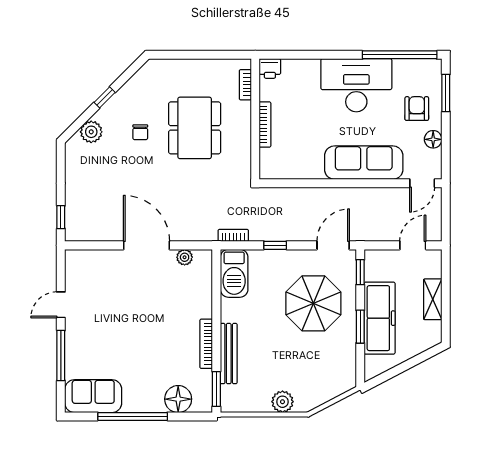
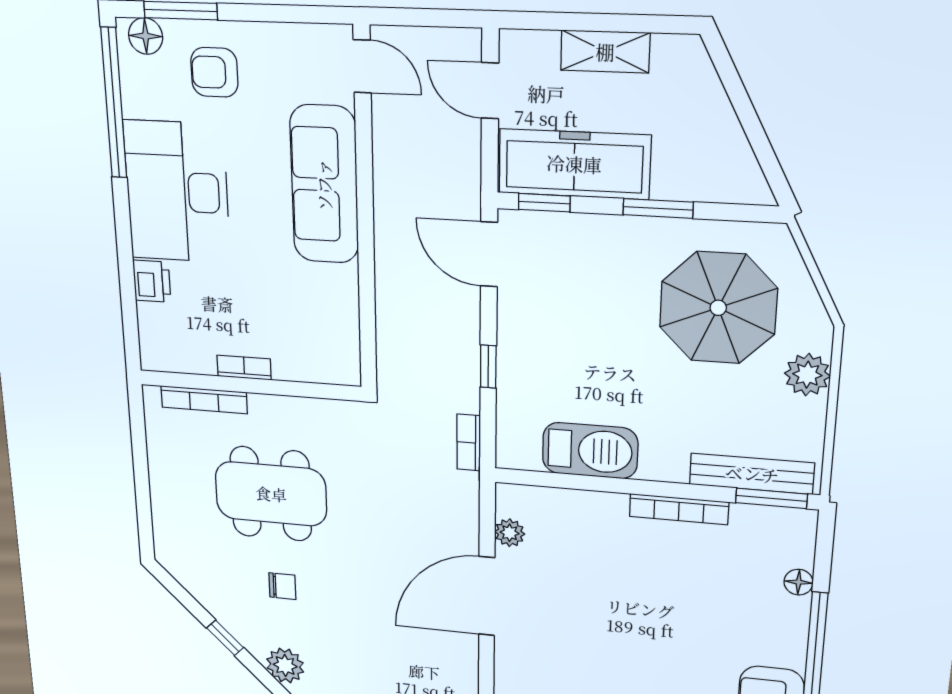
printer: (270, 68) -> (152, 281), moved
bookcase: (245, 85) -> (204, 400), width x1.56
bookcase: (265, 124) -> (244, 368), width x0.64
floor lamp: (433, 139) -> (146, 36), moved
barbecue: (234, 273) -> (590, 451), moved
parasol: (313, 303) -> (718, 308), moved
freezer: (380, 318) -> (574, 164), moved
bench: (229, 354) -> (752, 474), moved
floor lamp: (178, 399) -> (799, 582), width x0.53, depth x0.53

